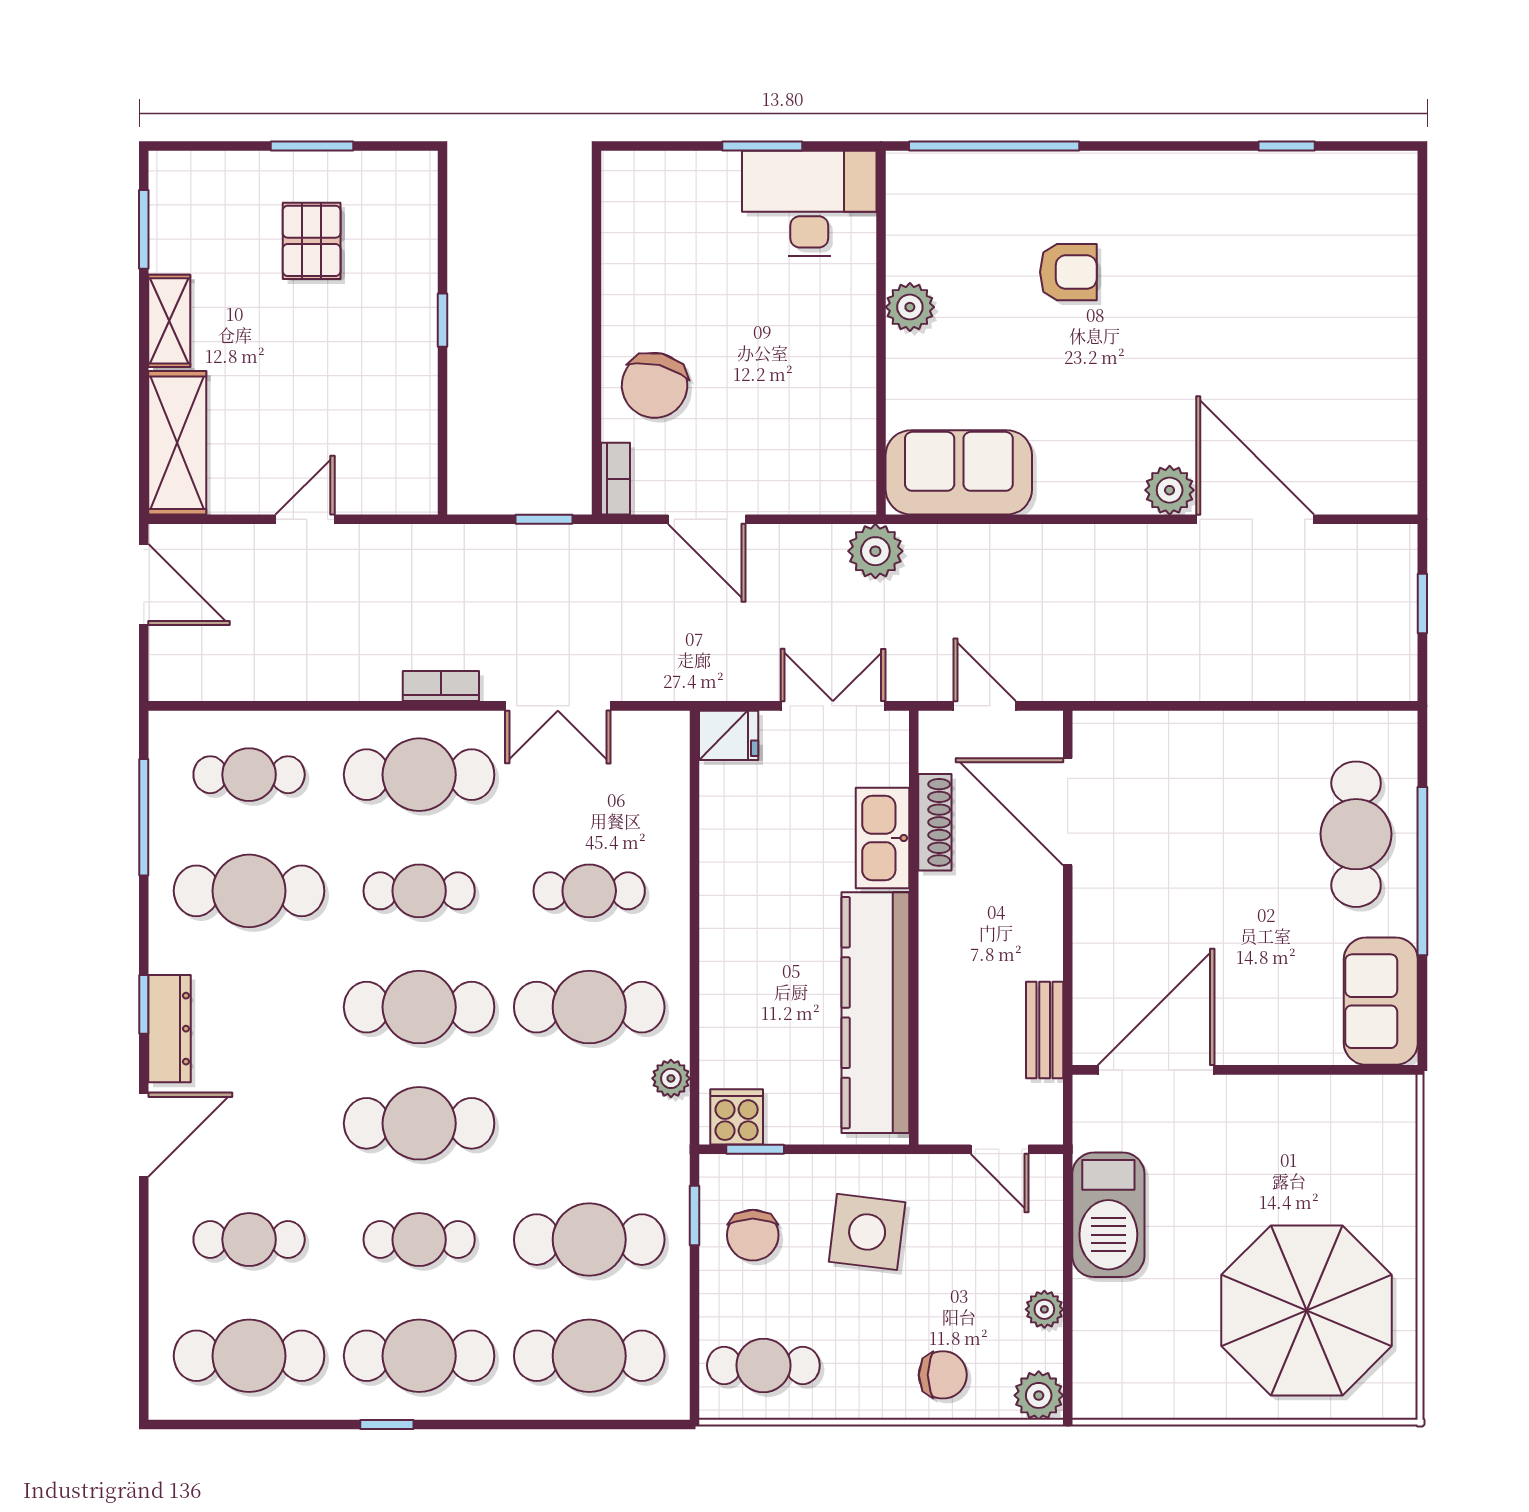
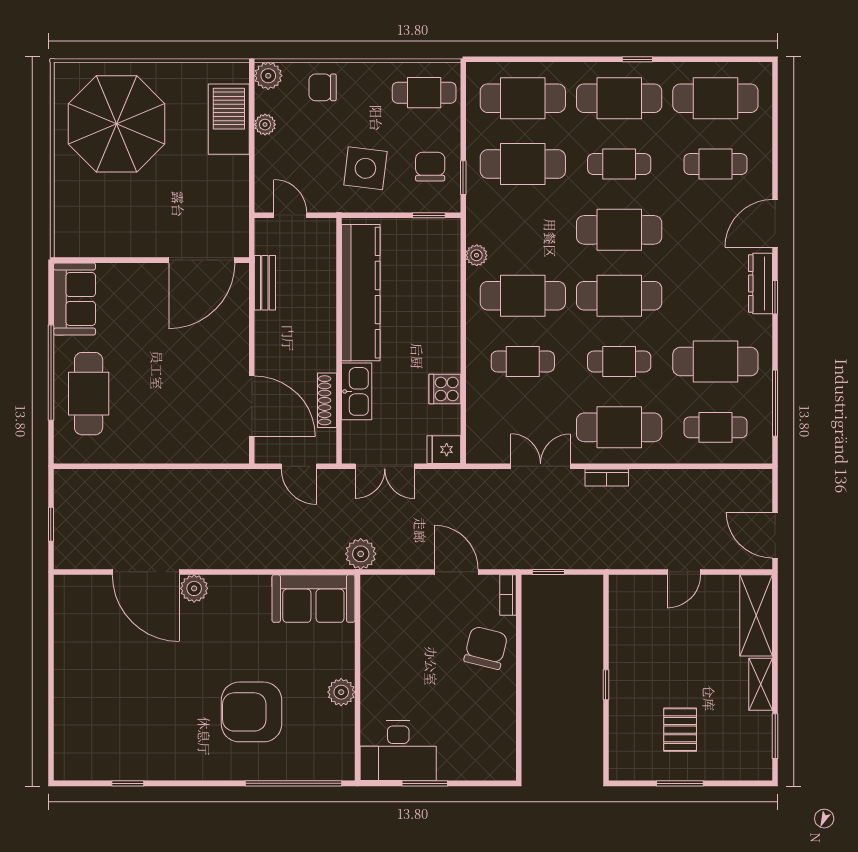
armchair: (1068, 272) -> (251, 712), width x1.88, depth x1.88
cooker: (737, 1117) -> (445, 389), moved, turned 90
barbecue: (1108, 1215) -> (229, 119), moved

